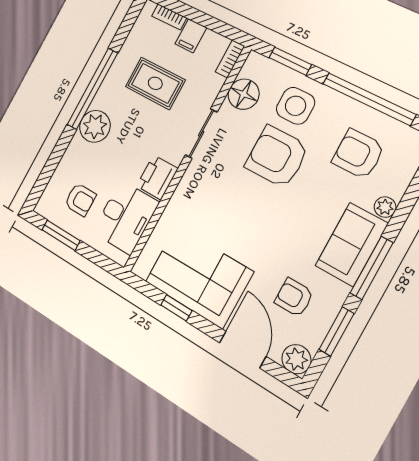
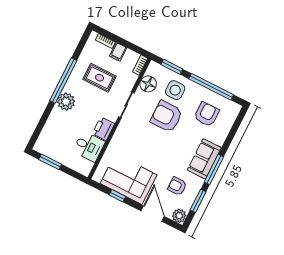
armchair: (358, 154) -> (207, 114), turned 90
armchair: (80, 200) -> (60, 142), removed
plant: (385, 207) -> (220, 140), removed
desk: (126, 217) -> (89, 147), width x0.73

